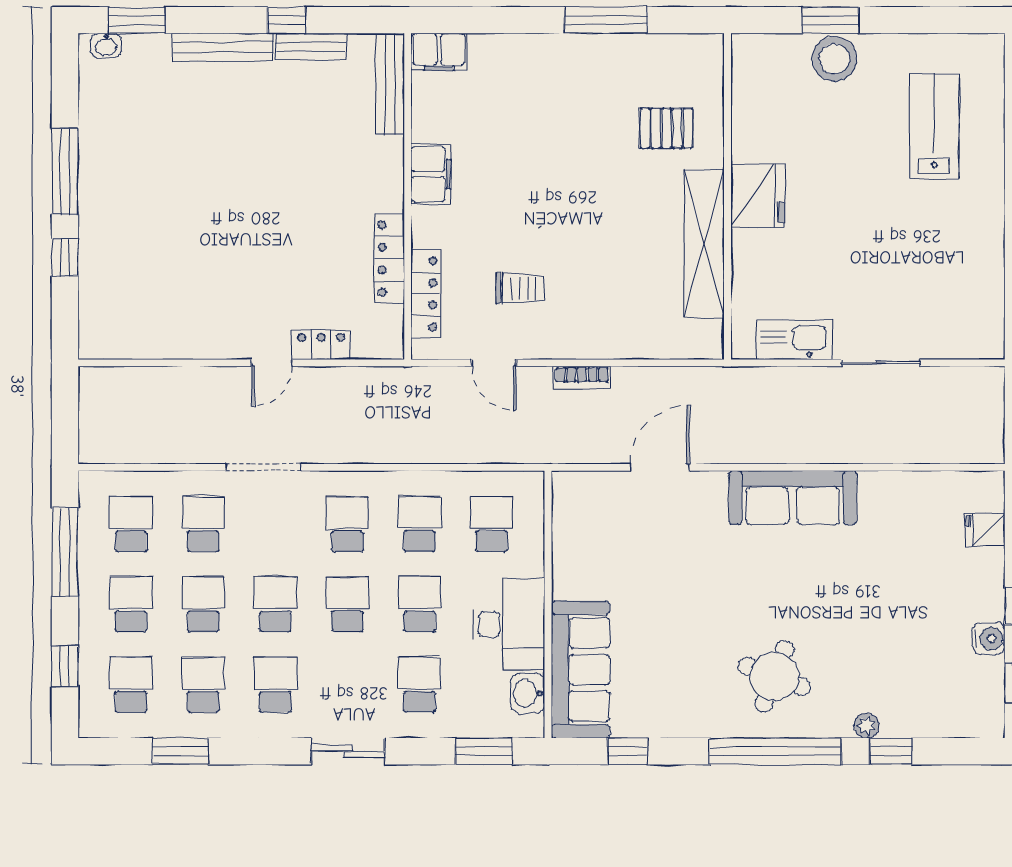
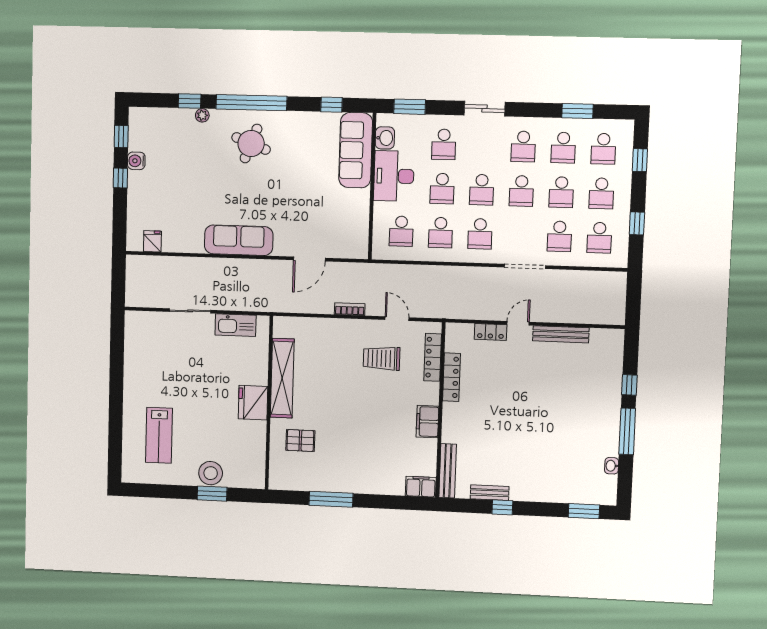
washbasin: (106, 45) -> (612, 466), moved, turned -90
bench: (223, 47) -> (561, 334), moved
trolley: (520, 288) -> (382, 358), width x1.36, depth x1.39
fridge: (985, 530) -> (152, 241), moved, turned -90
window: (65, 552) -> (637, 223), width x0.46

